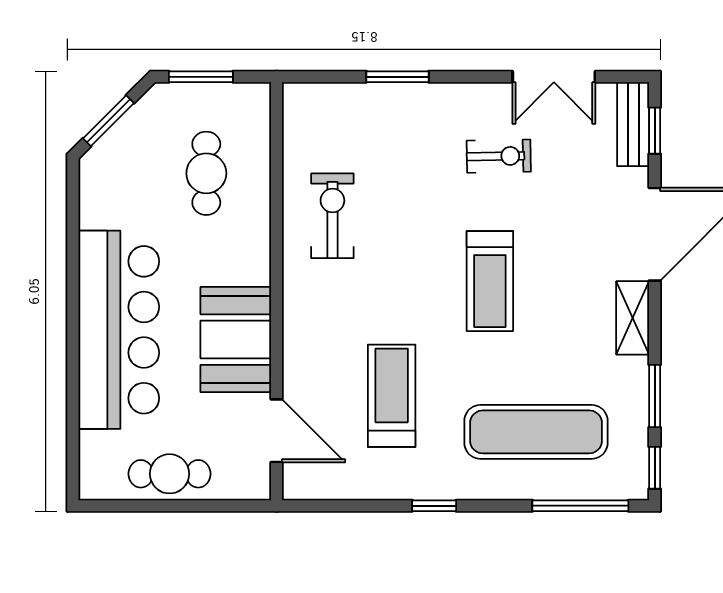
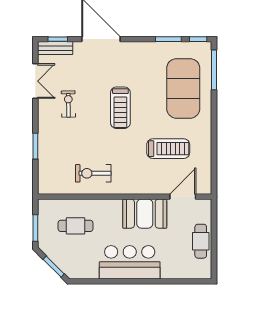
treadmill: (490, 281) -> (120, 108), turned 90
shelving: (633, 318) -> (136, 48), removed
bar counter: (119, 330) -> (130, 262), width x0.73
treadmill: (392, 396) -> (168, 149), turned 180
exercise mat: (536, 432) -> (183, 88), width x1.47
window: (434, 506) -> (214, 131), removed

